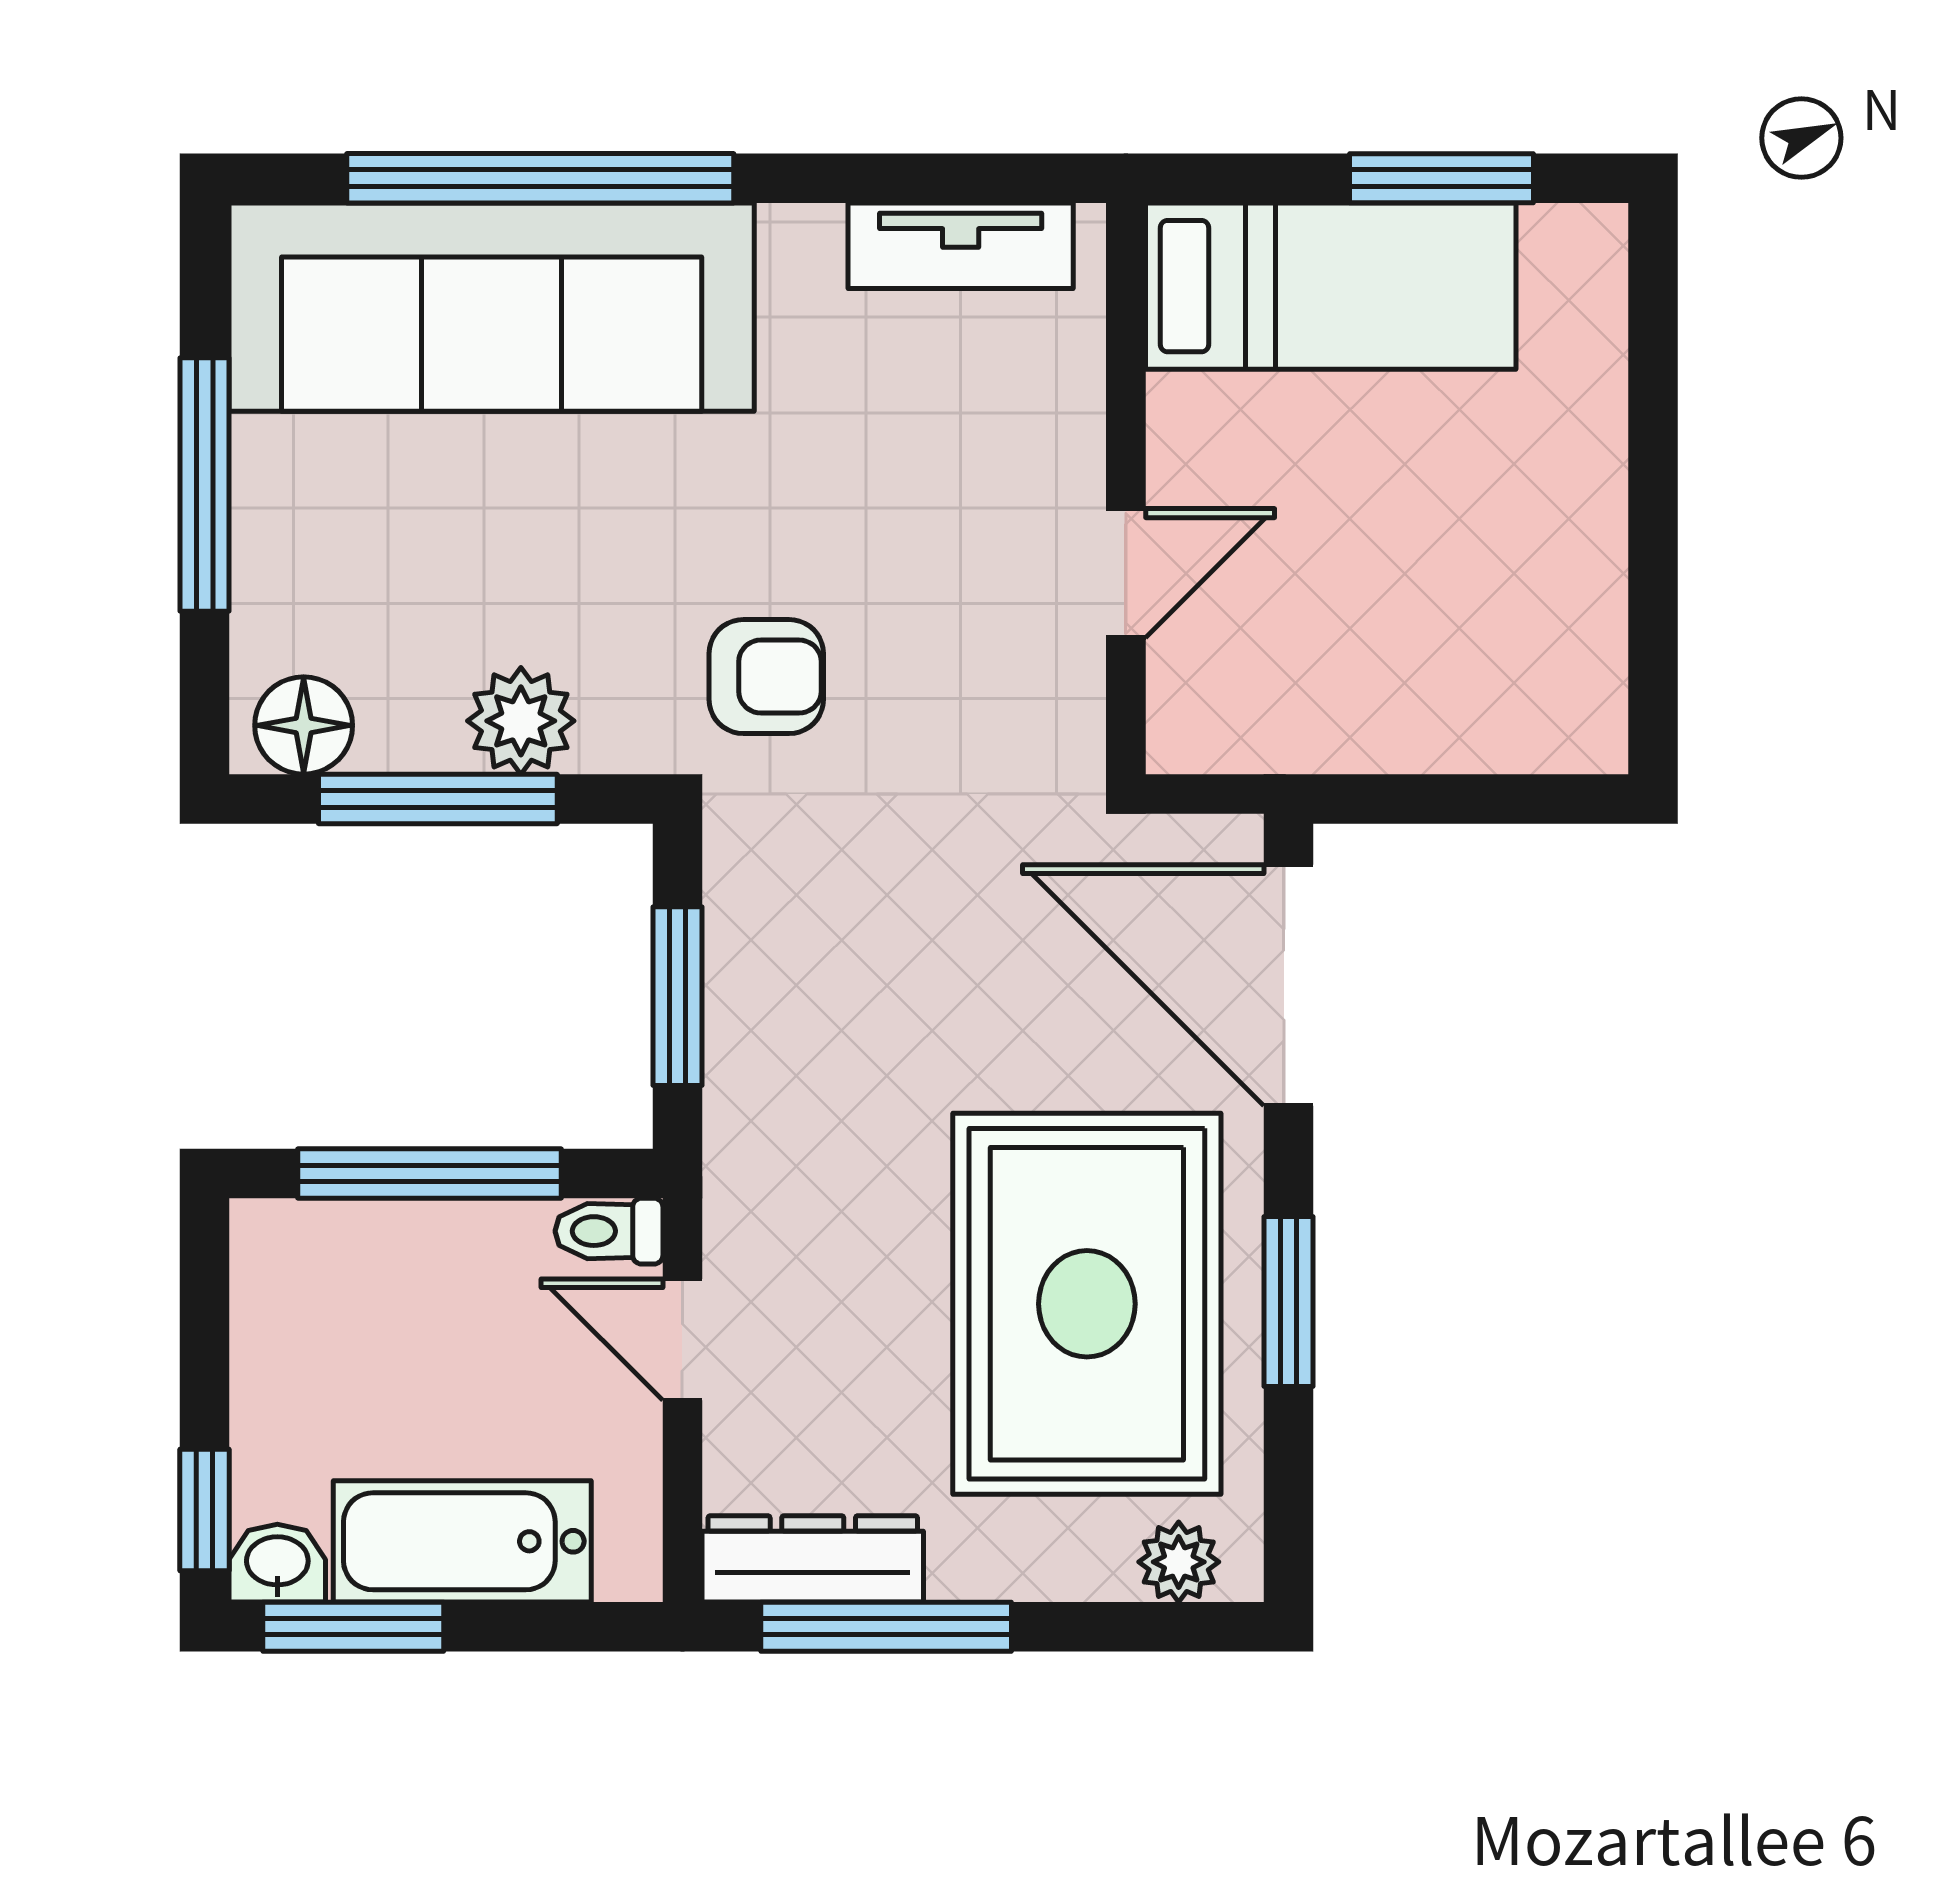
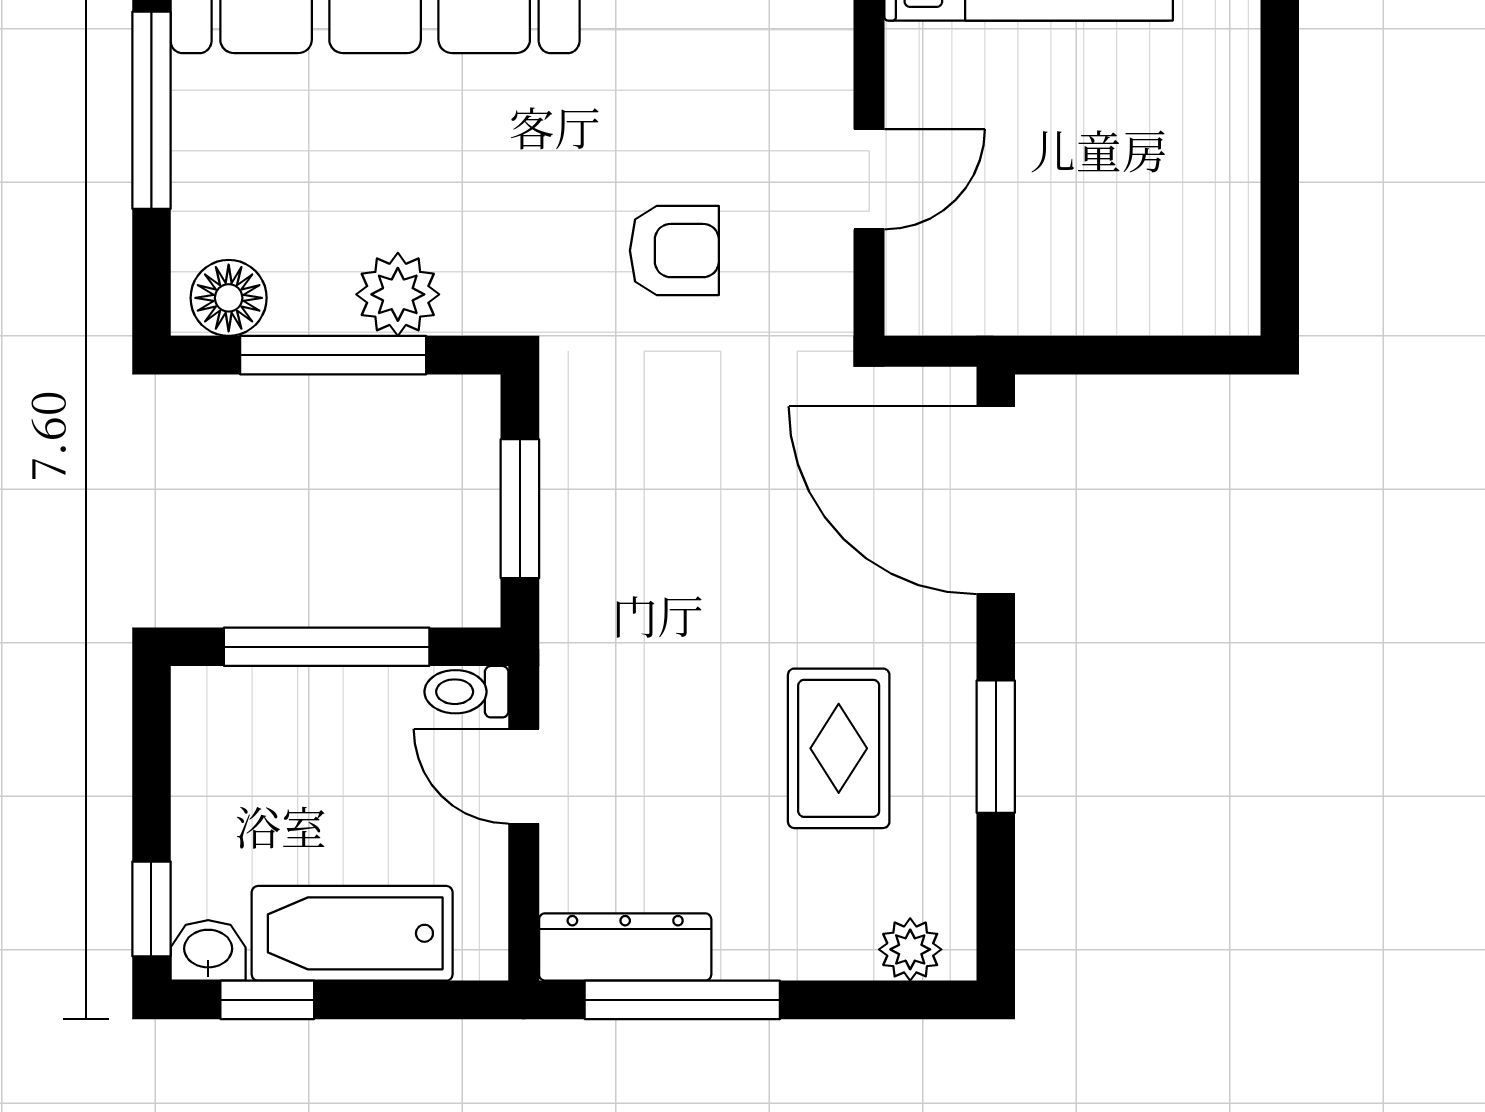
armchair: (766, 677) -> (674, 251), moved
rug: (1087, 1304) -> (839, 748), width x0.54, depth x0.49
window: (353, 1627) -> (267, 1000), width x0.67

